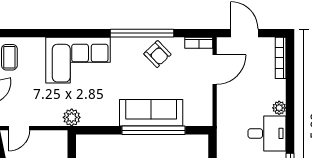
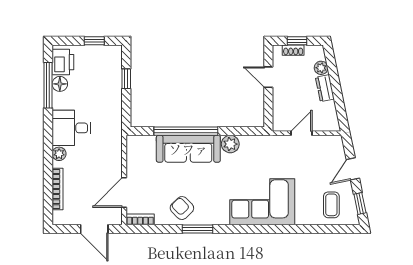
window: (142, 33) -> (198, 229), width x0.47
bookcase: (281, 58) -> (58, 189), moved
plant: (72, 117) -> (230, 144), moved
door: (19, 128) -> (301, 133), moved

